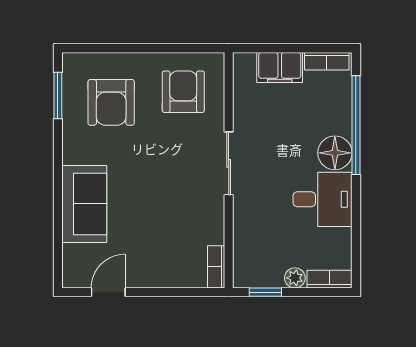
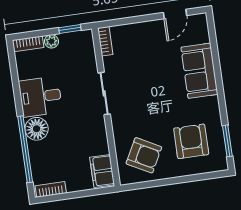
filing cabinet: (280, 68) -> (102, 171), moved, turned -90
armchair: (183, 92) -> (144, 155), turned -62
sliding door: (229, 163) -> (104, 93), moved

